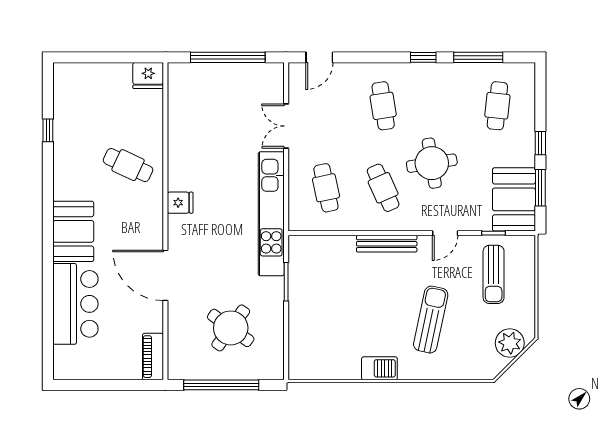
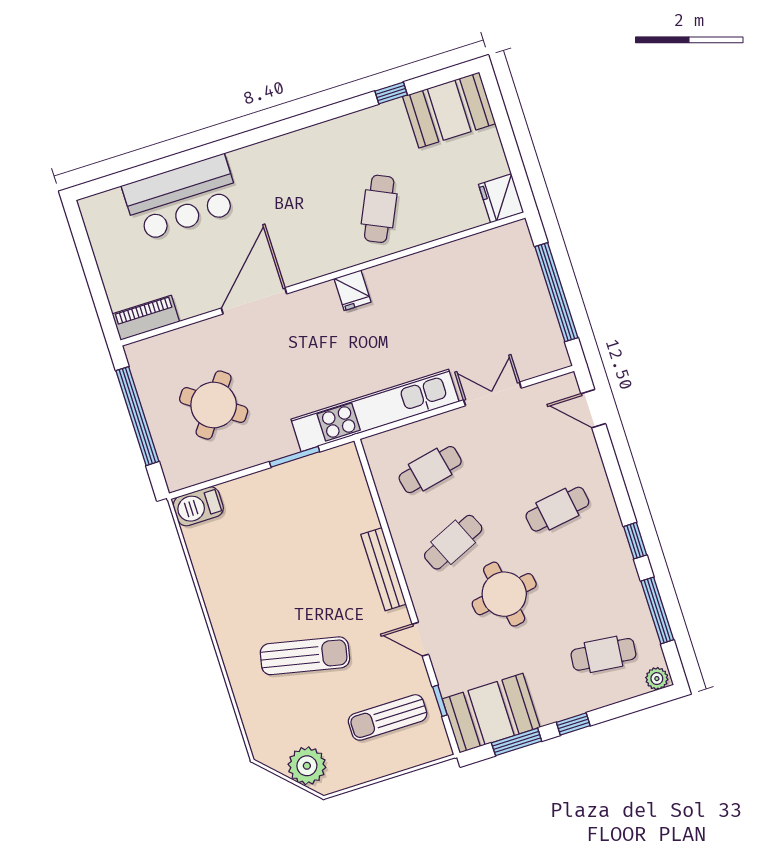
plant: (527, 73) -> (657, 679), added
booth: (73, 231) -> (449, 110), moved
barbecue: (379, 368) -> (198, 506), moved, turned 90

